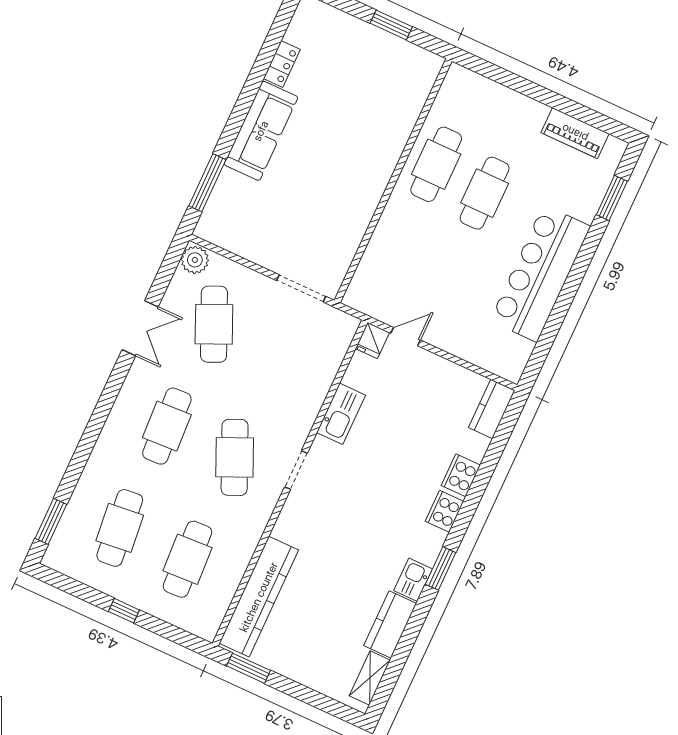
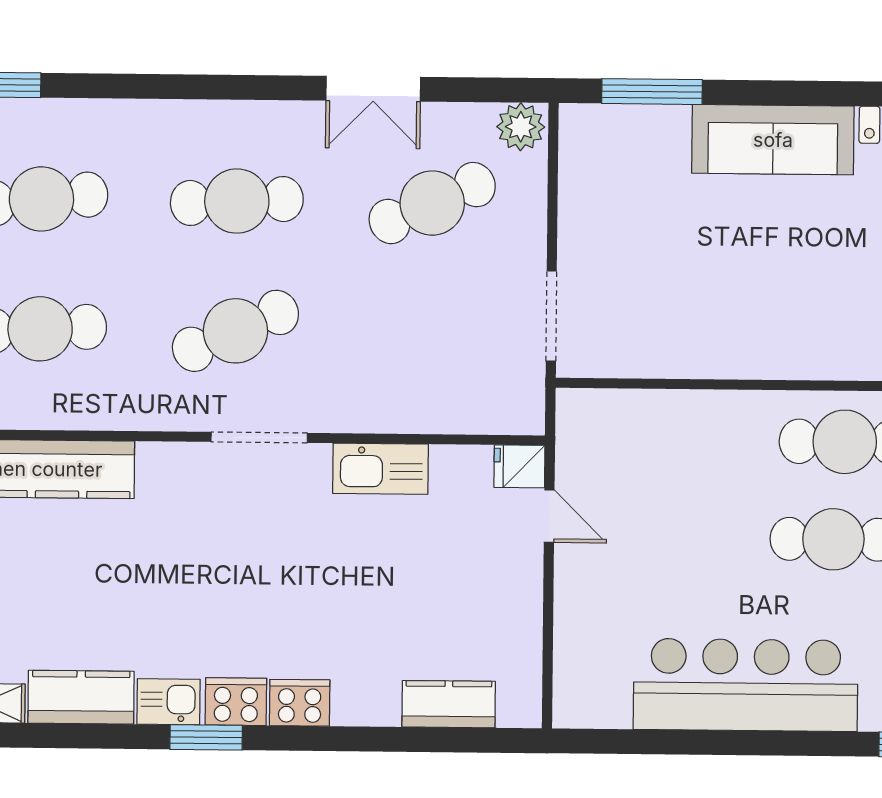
kitchen counter: (492, 409) -> (449, 704), moved
doorway: (296, 470) -> (259, 437), width x1.38
cooker: (461, 475) -> (236, 702), moved

